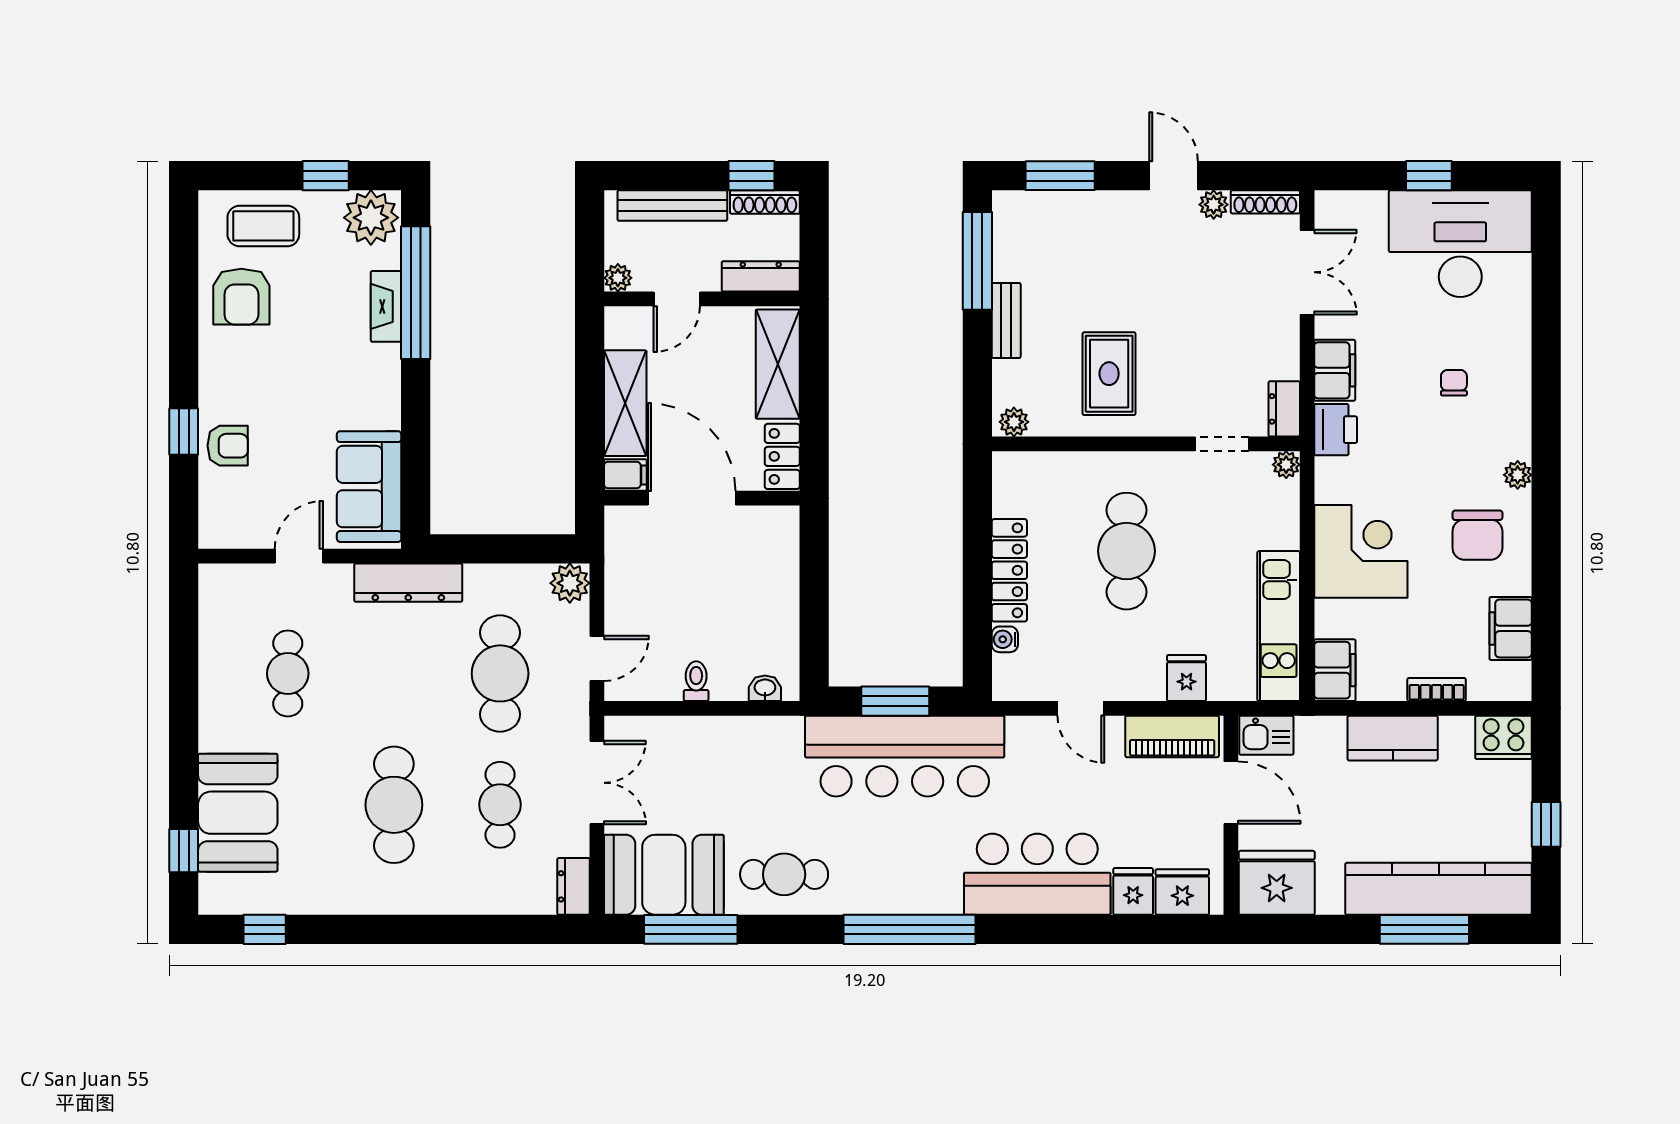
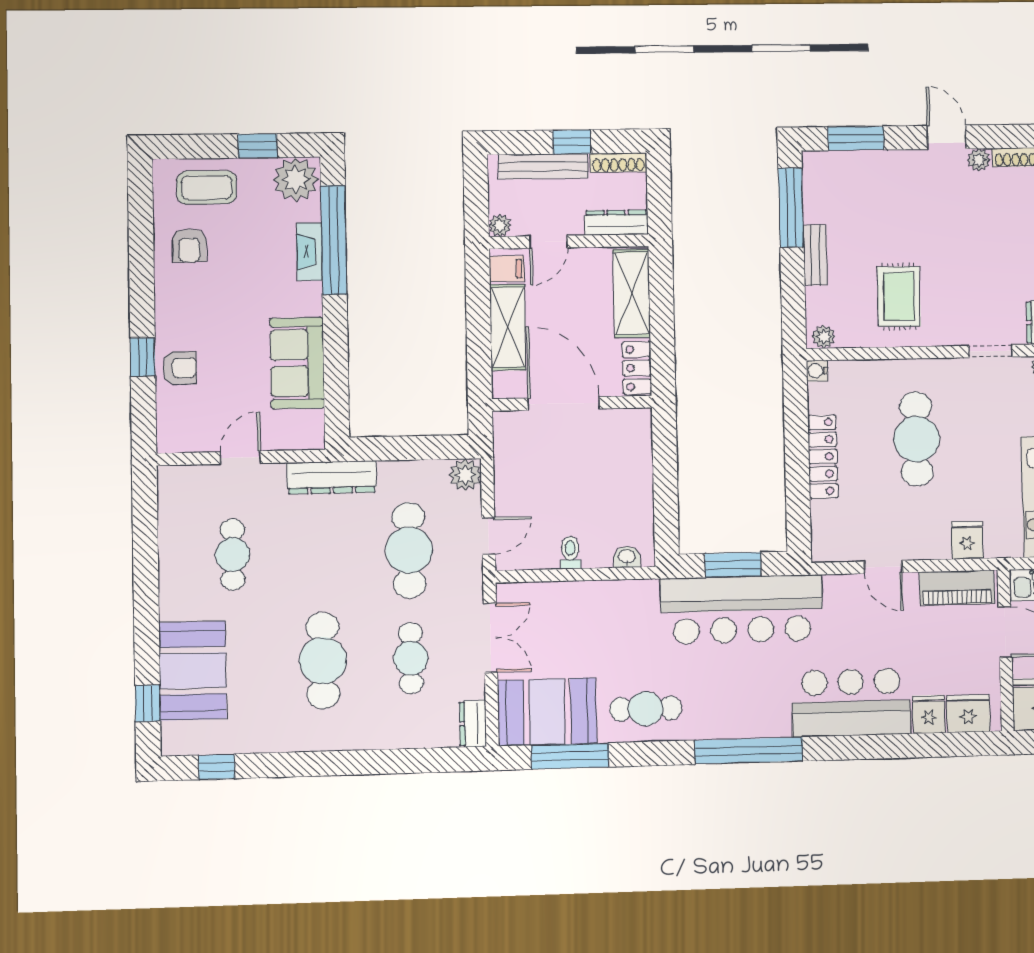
window: (752, 176) -> (572, 142), moved
armchair: (241, 297) -> (189, 246), width x0.72, depth x0.72
filing cabinet: (625, 475) -> (507, 269), moved
sofa: (369, 487) -> (297, 363), moved
water cooler: (1005, 639) -> (817, 371), moved

